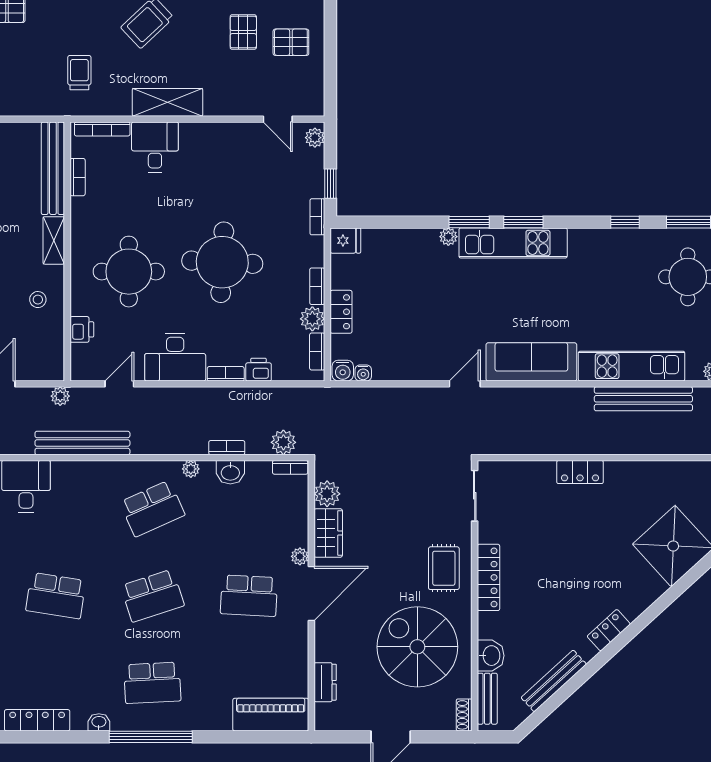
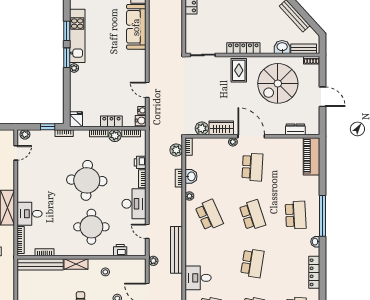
door: (465, 384) -> (147, 90), moved
rug: (444, 568) -> (239, 70), turned 90

